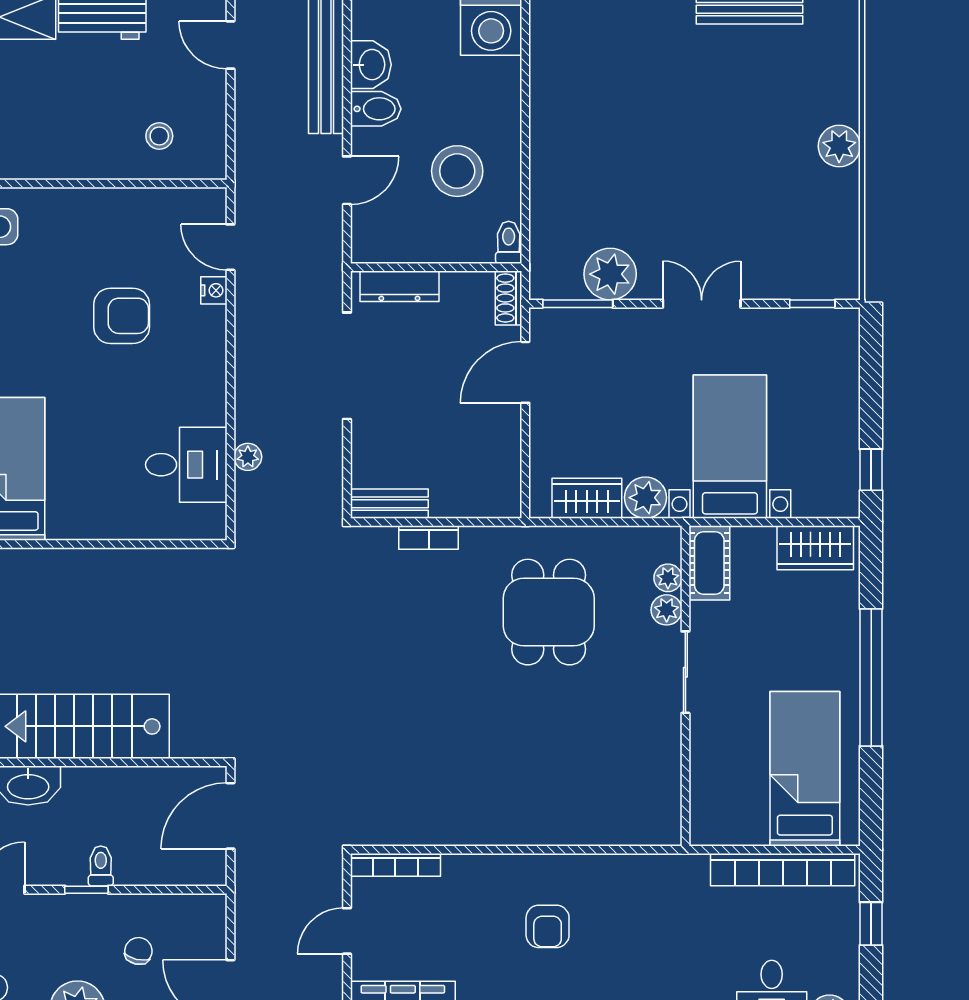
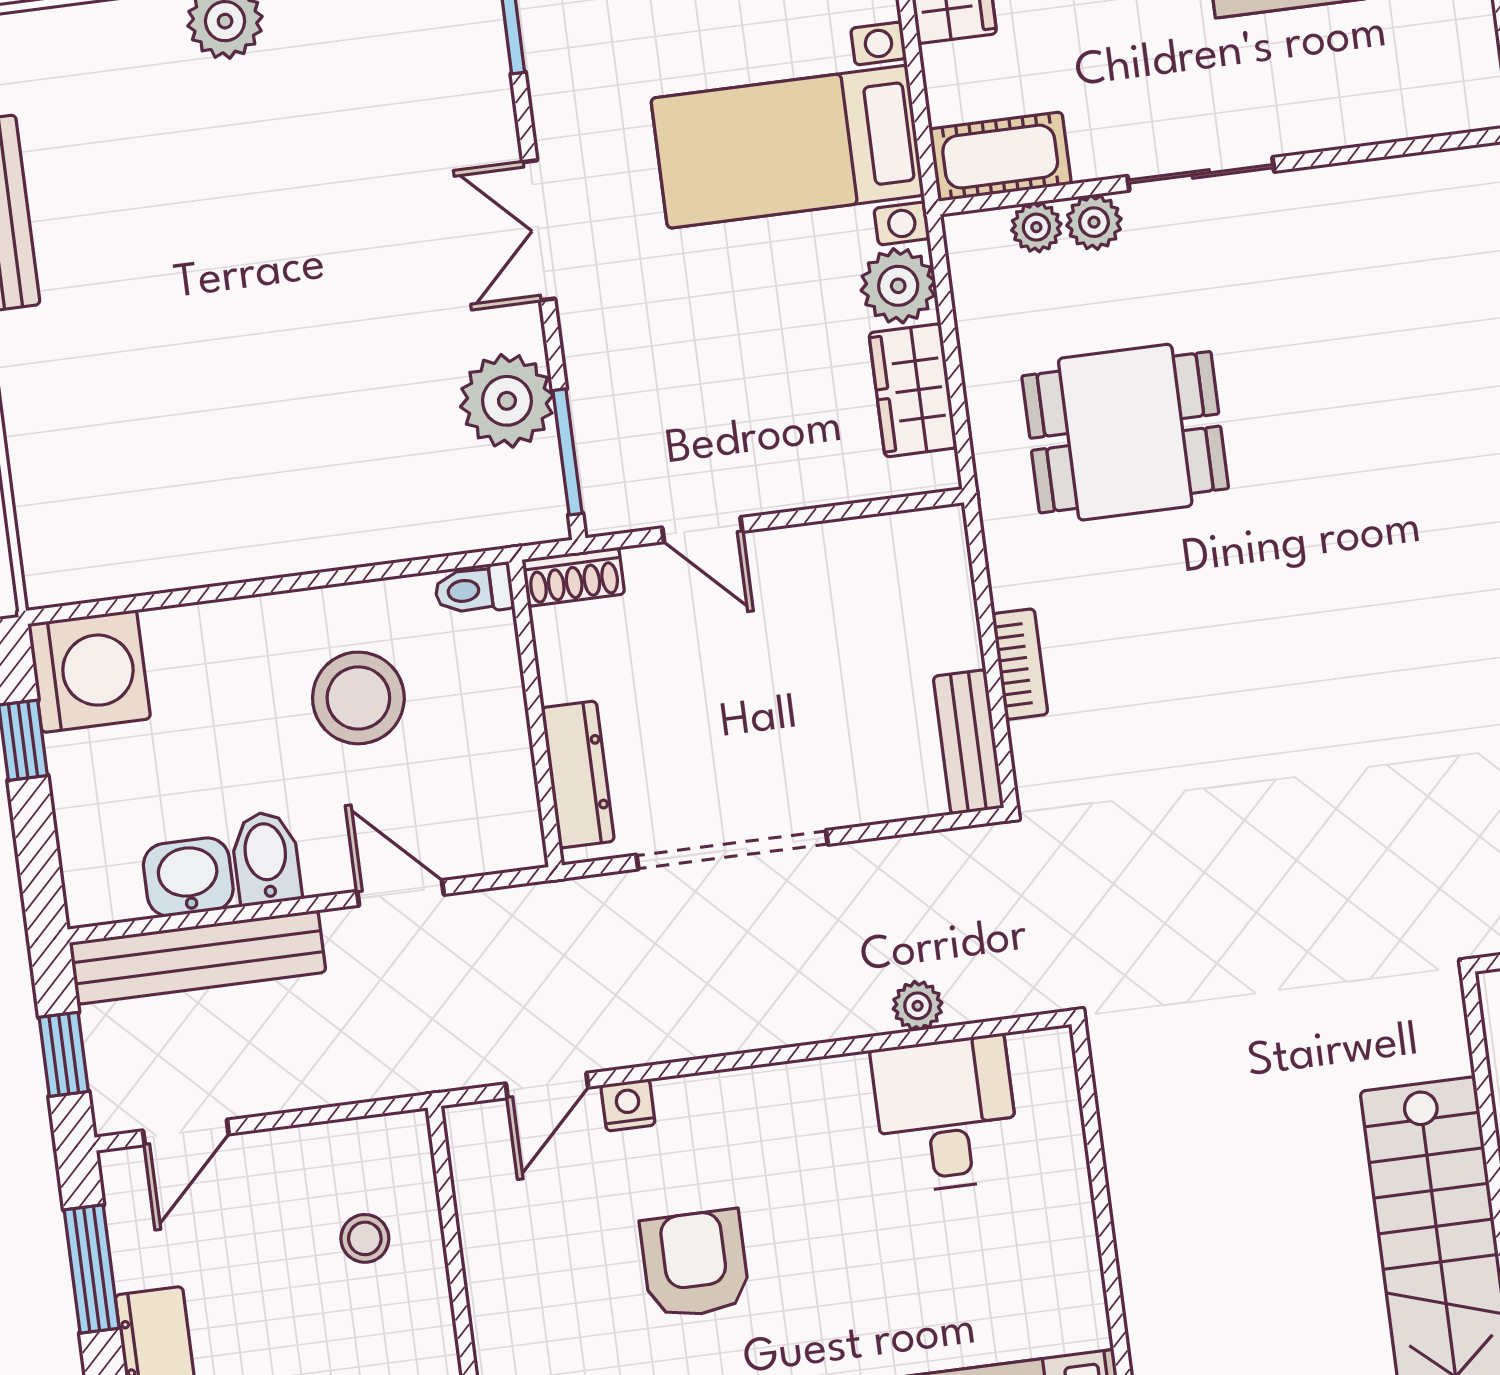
door: (525, 372) -> (702, 530), width x0.73

